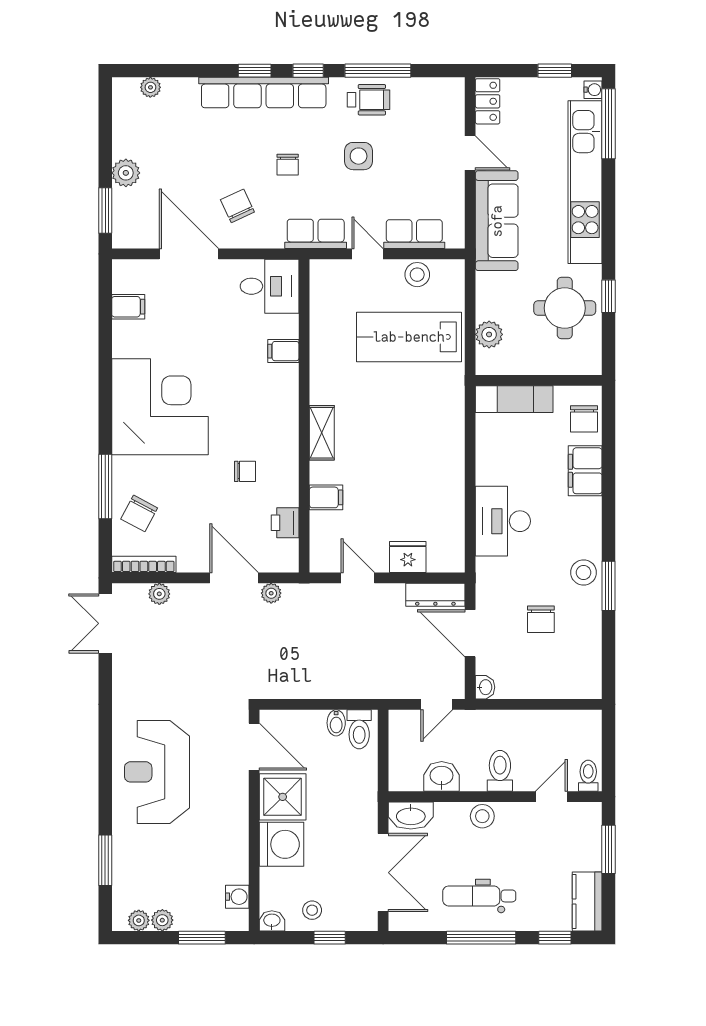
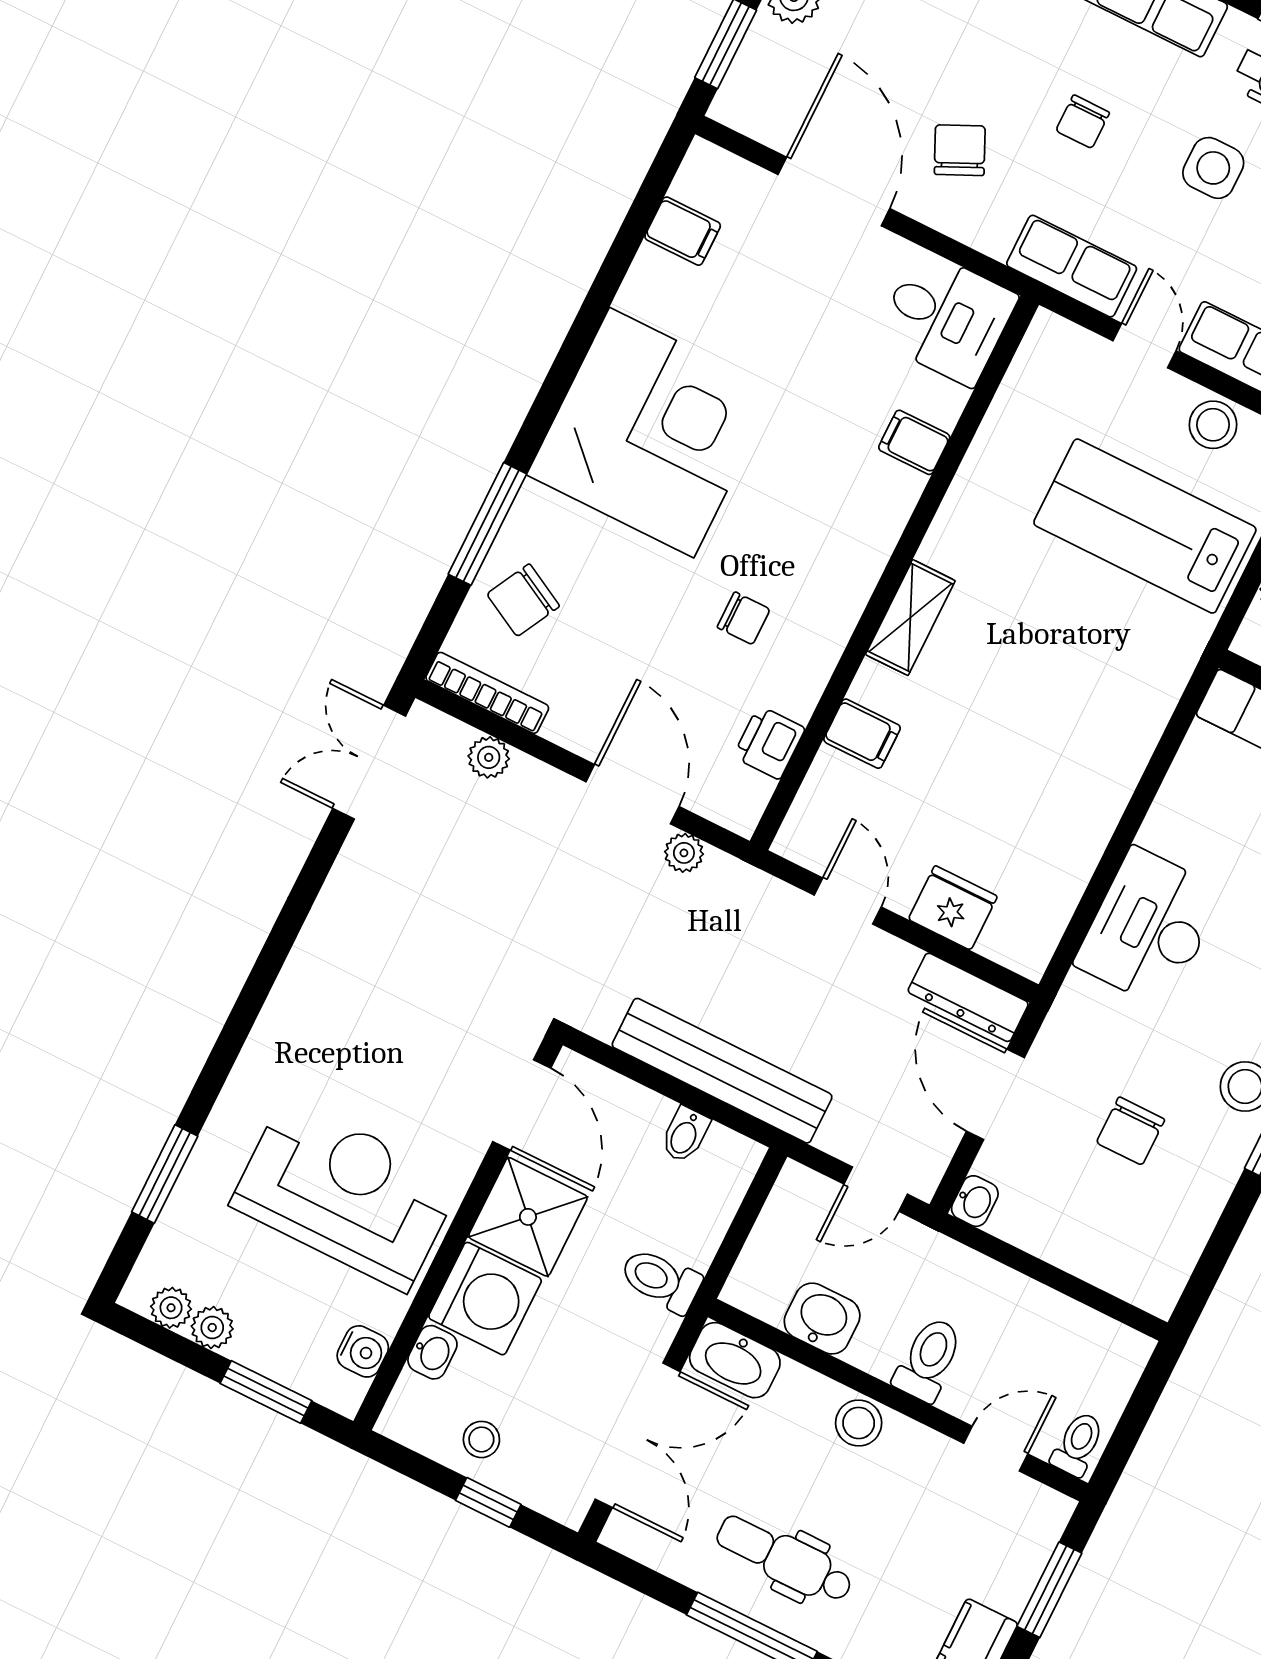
bench: (339, 685) -> (722, 1071), added
toilet: (359, 729) -> (661, 1280), moved, turned 90
reception desk: (157, 772) -> (345, 1194), moved, turned 90
washbasin: (272, 921) -> (432, 1352), moved, turned 90

